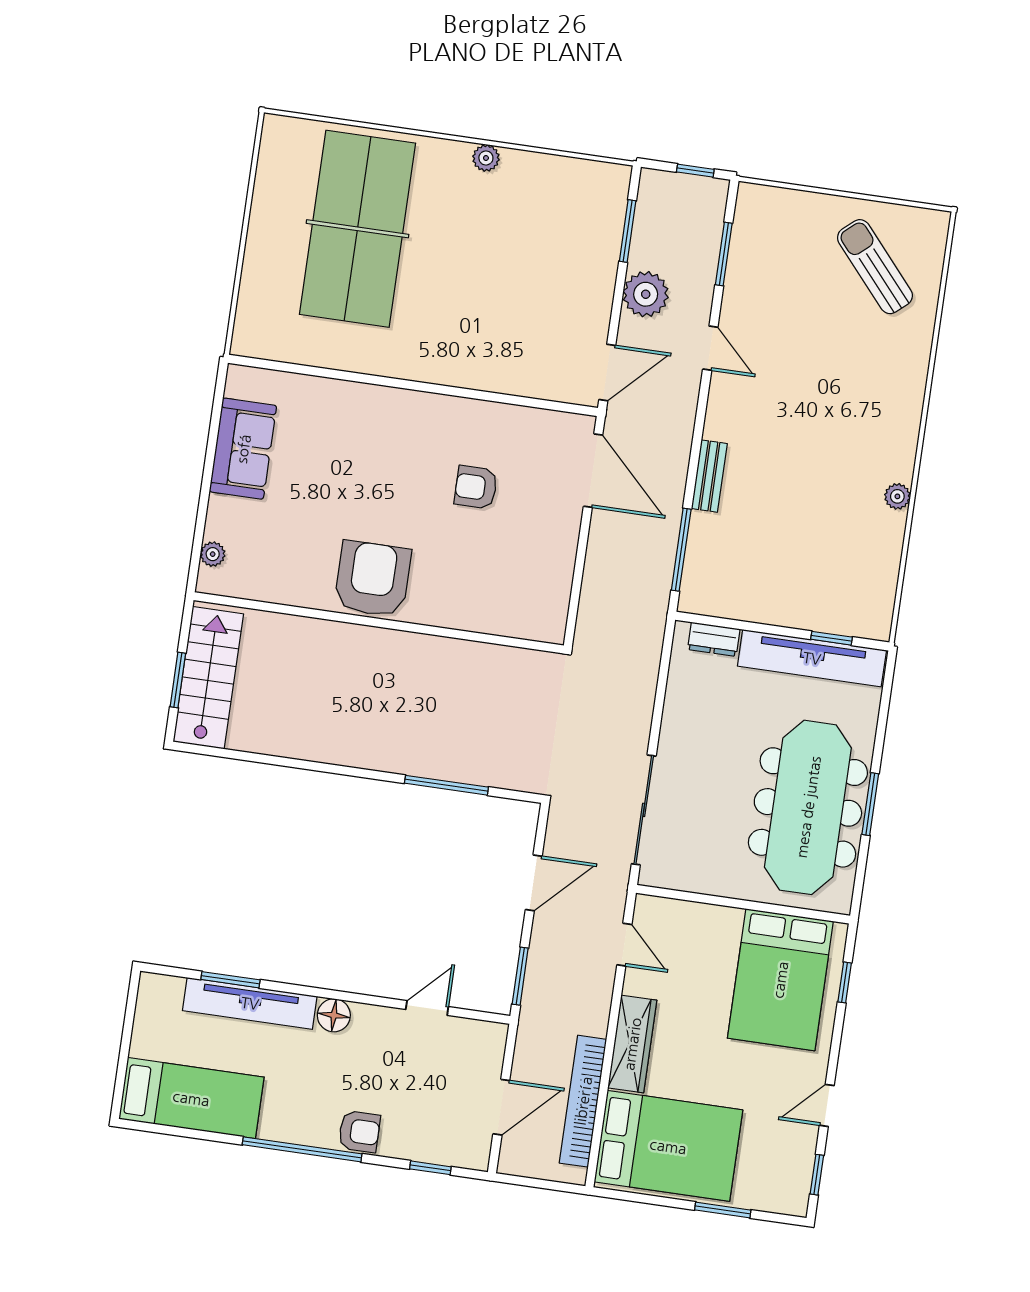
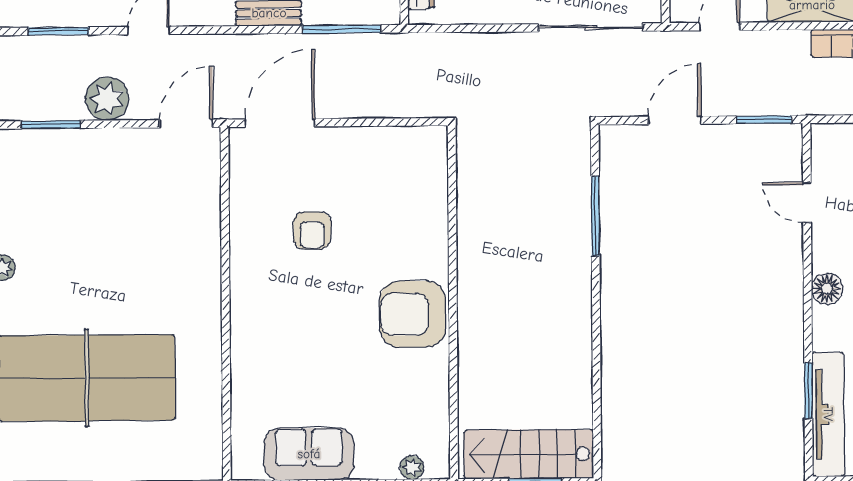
door: (607, 372) -> (186, 124), hinge flipped
door: (534, 883) -> (675, 120), hinge flipped
tv unit: (250, 1003) -> (828, 414), moved

